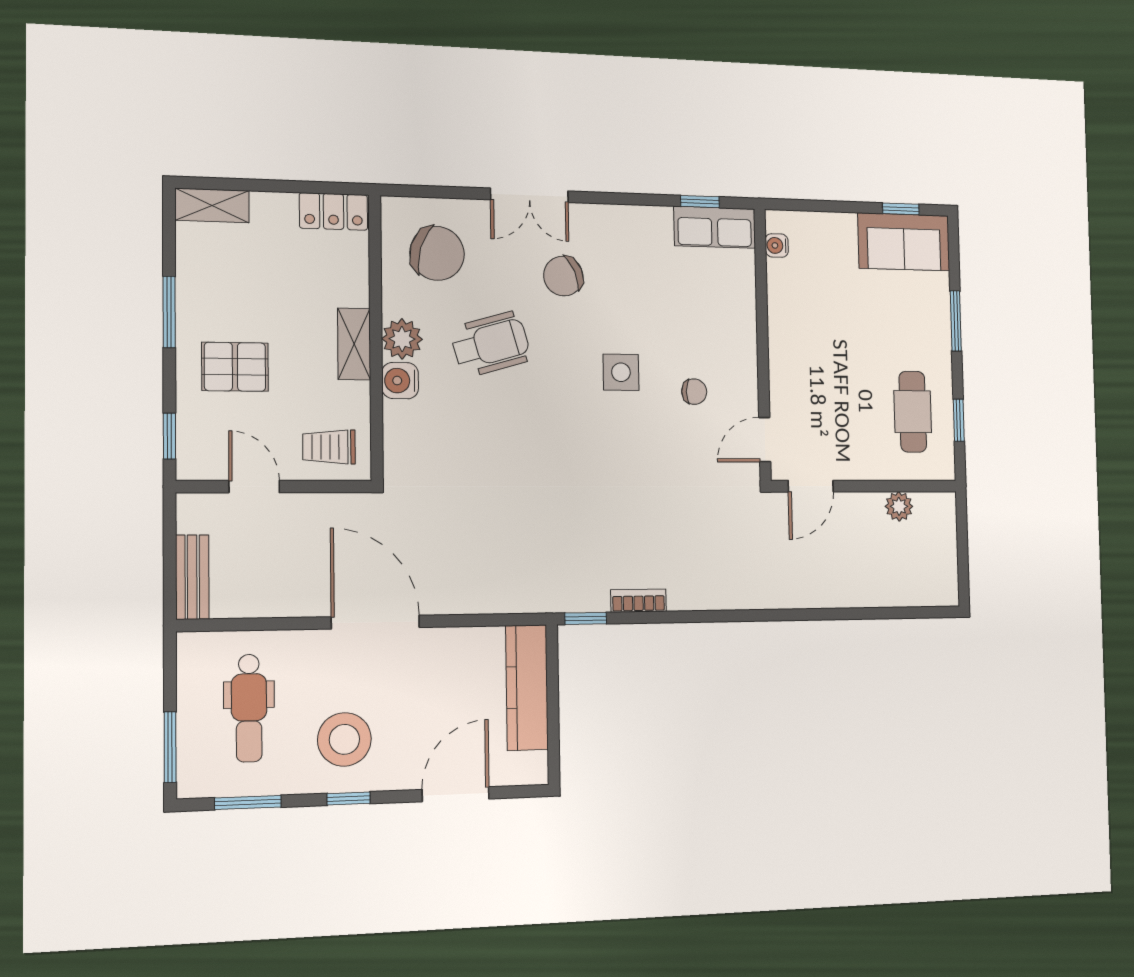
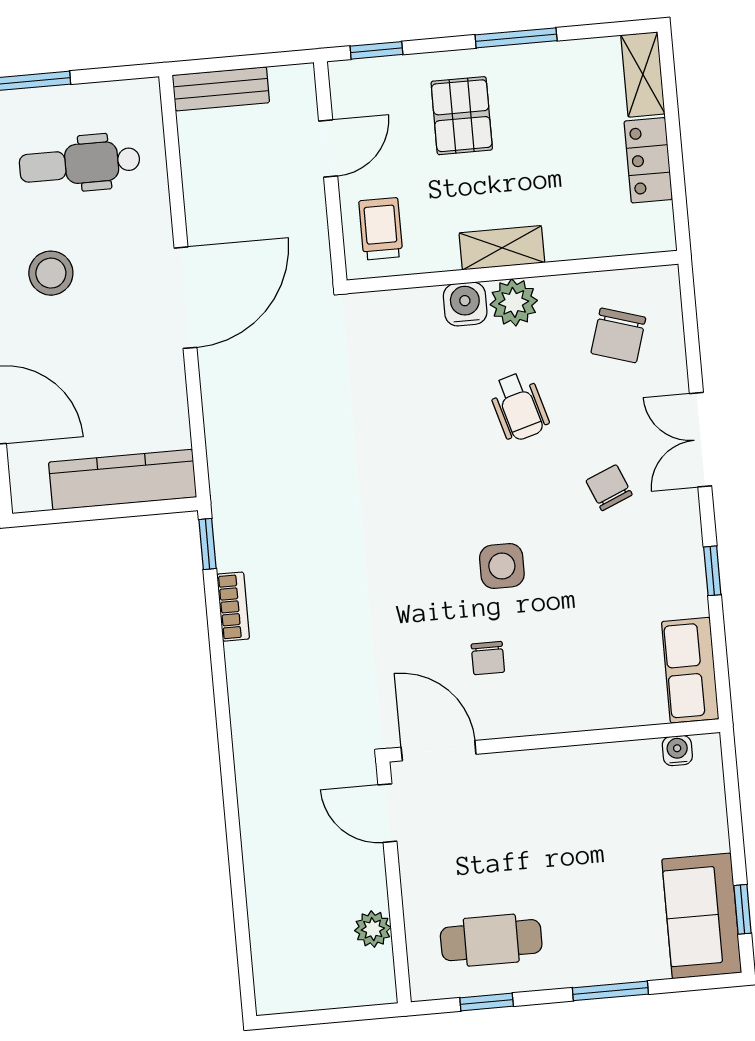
window: (700, 202) -> (712, 571), moved
locker: (333, 211) -> (648, 160), moved
chair: (437, 253) -> (618, 335), width x0.73, depth x0.73
chair: (563, 276) -> (609, 488), width x0.73, depth x0.73
wheelchair: (491, 344) -> (519, 407), width x0.73, depth x0.73
door: (765, 440) -> (439, 751), width x1.38
stool: (344, 739) -> (51, 273), width x0.73, depth x0.73

